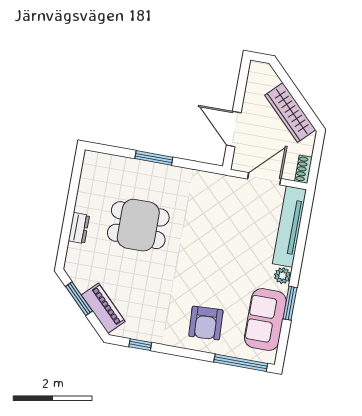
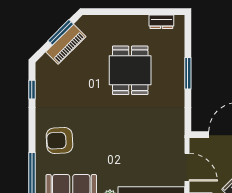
dresser: (79, 228) -> (161, 22), moved
piano: (103, 308) -> (66, 44), moved

